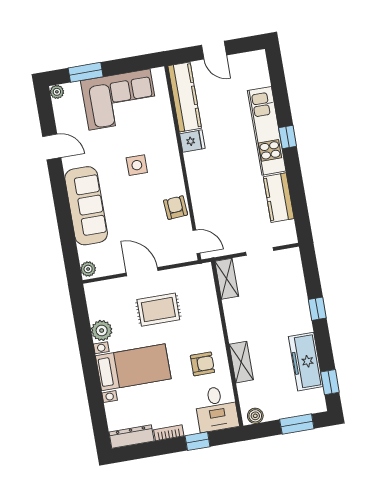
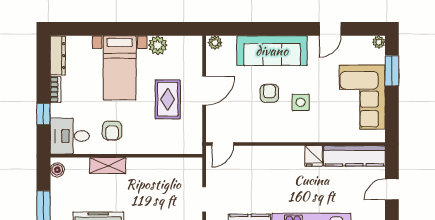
armchair: (176, 208) -> (269, 93), moved, turned -86
shelving: (227, 279) -> (185, 165), removed

